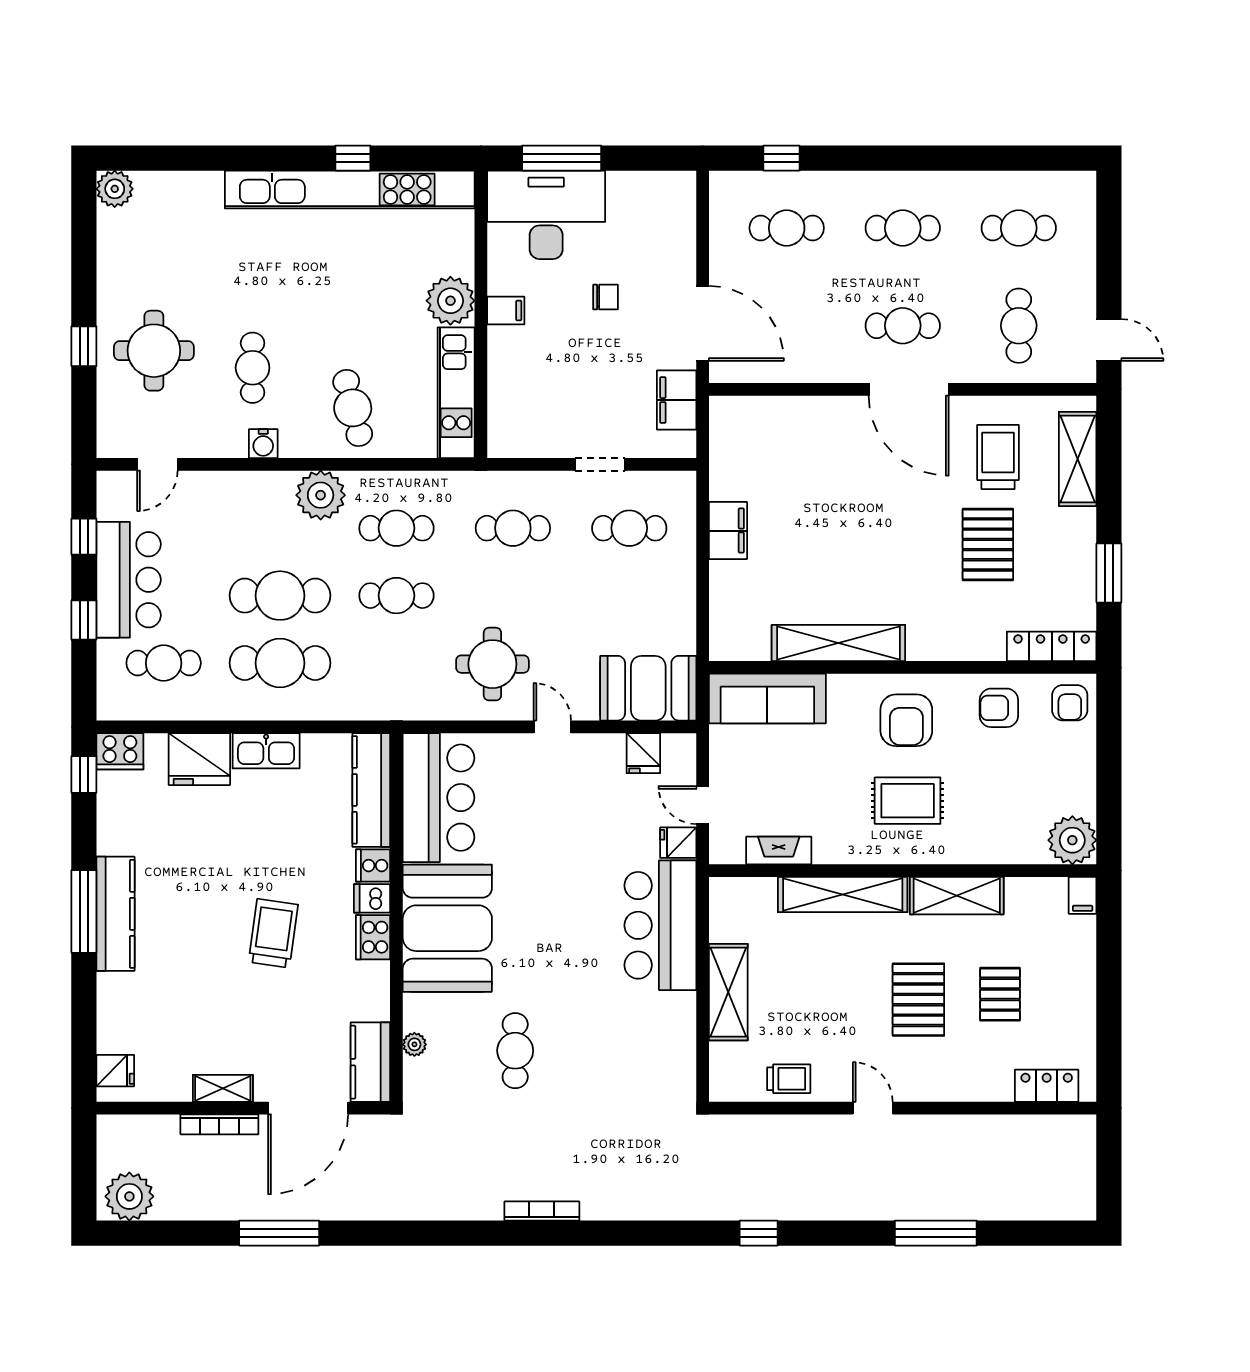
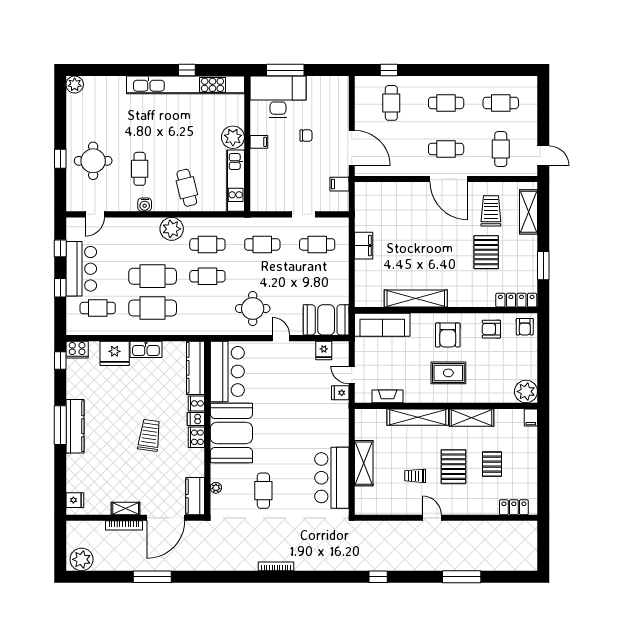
cafe table: (787, 228) -> (391, 103), turned 90
filing cabinet: (677, 400) -> (340, 184), width x0.50
bar counter: (660, 925) -> (332, 478), moved
trolley: (789, 1079) -> (415, 476), moved, turned 180

